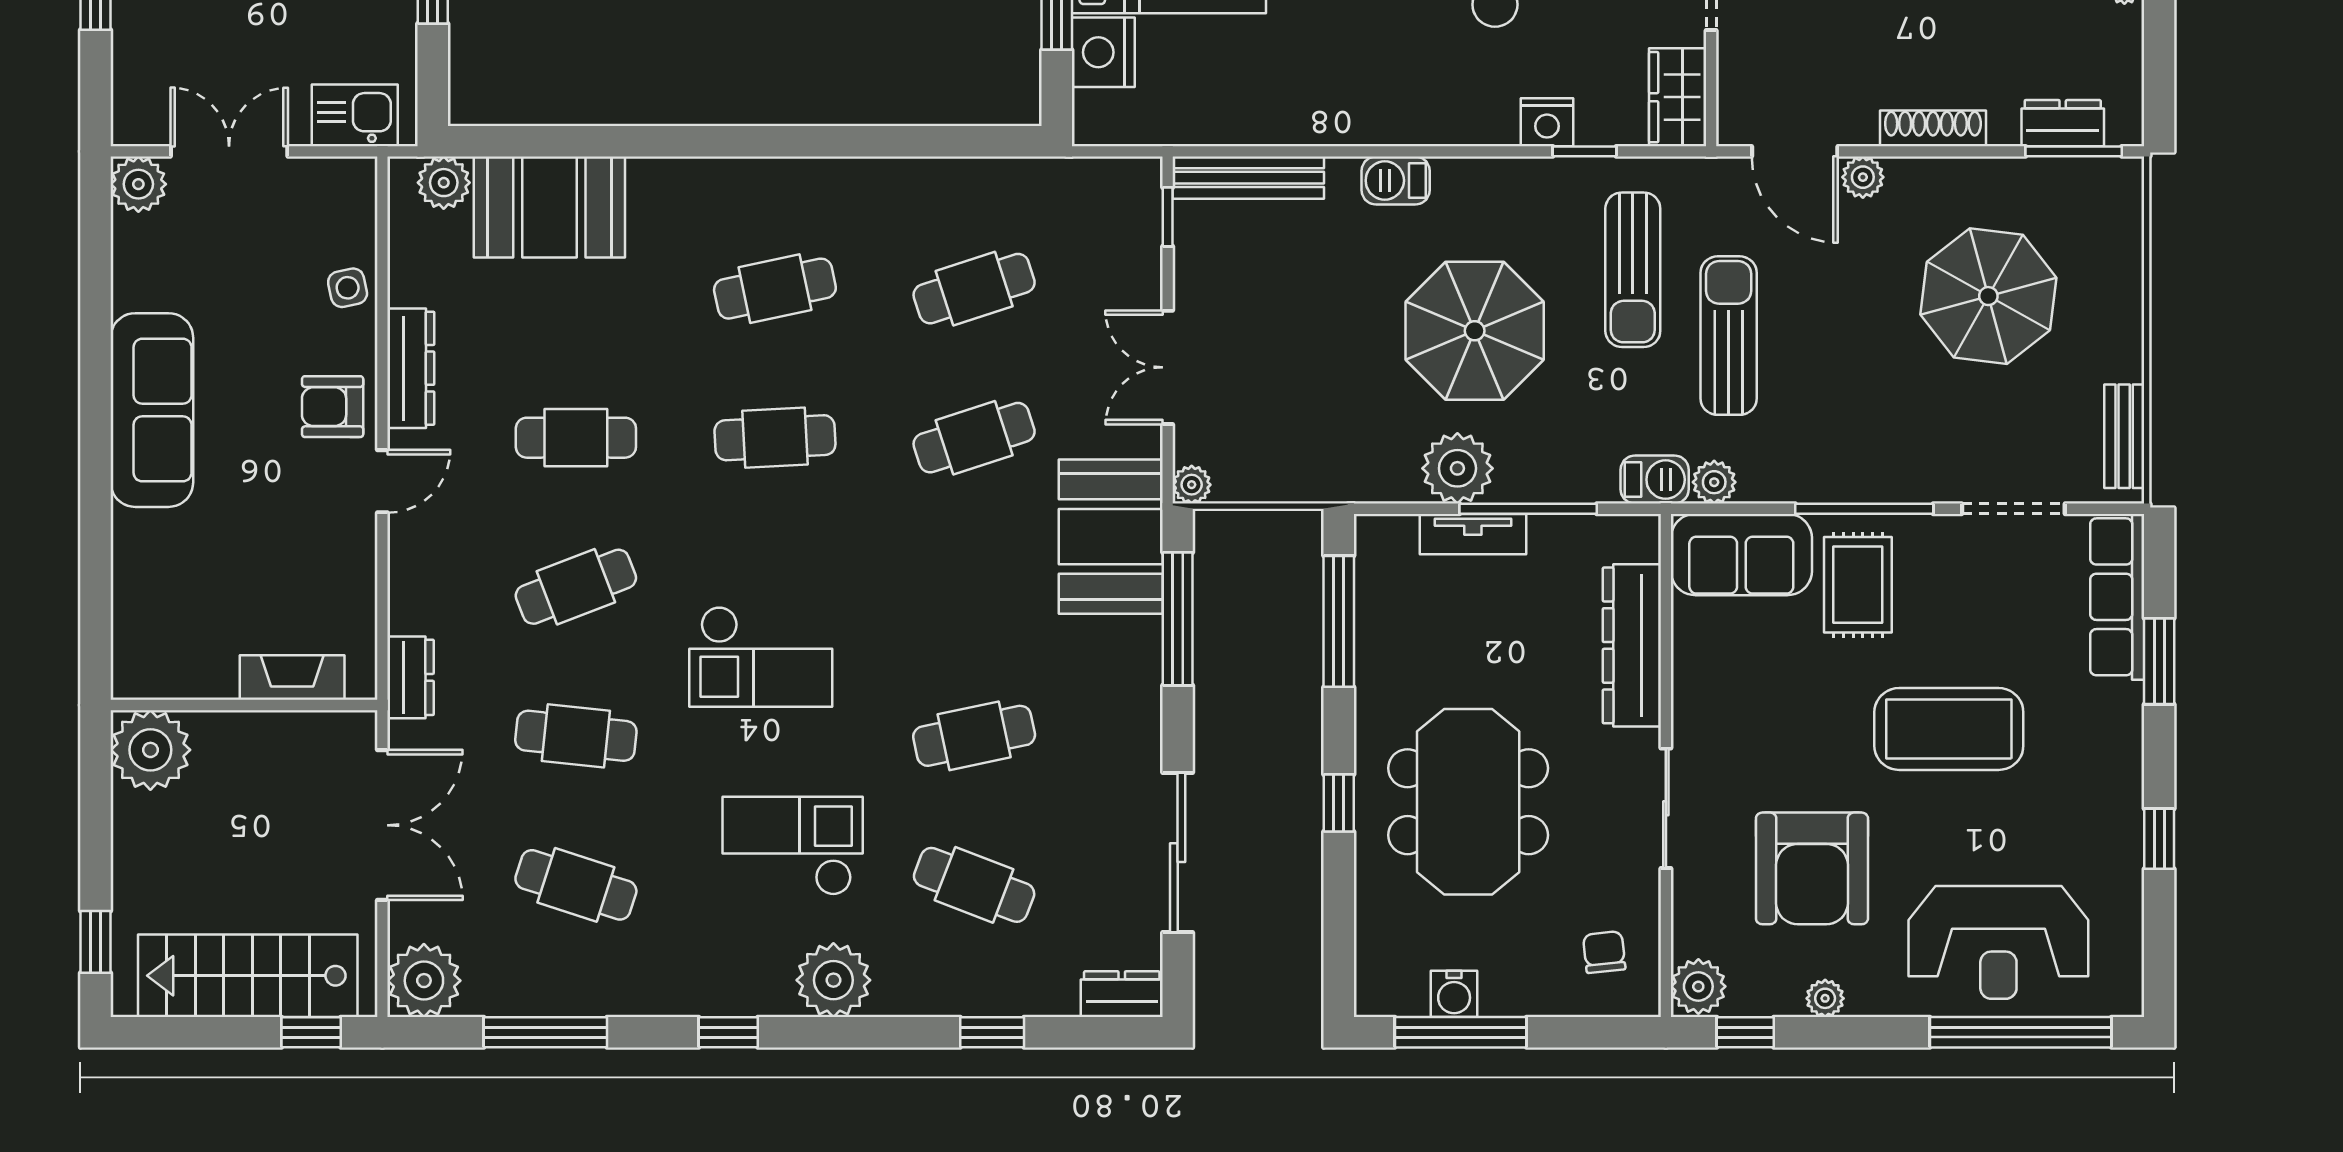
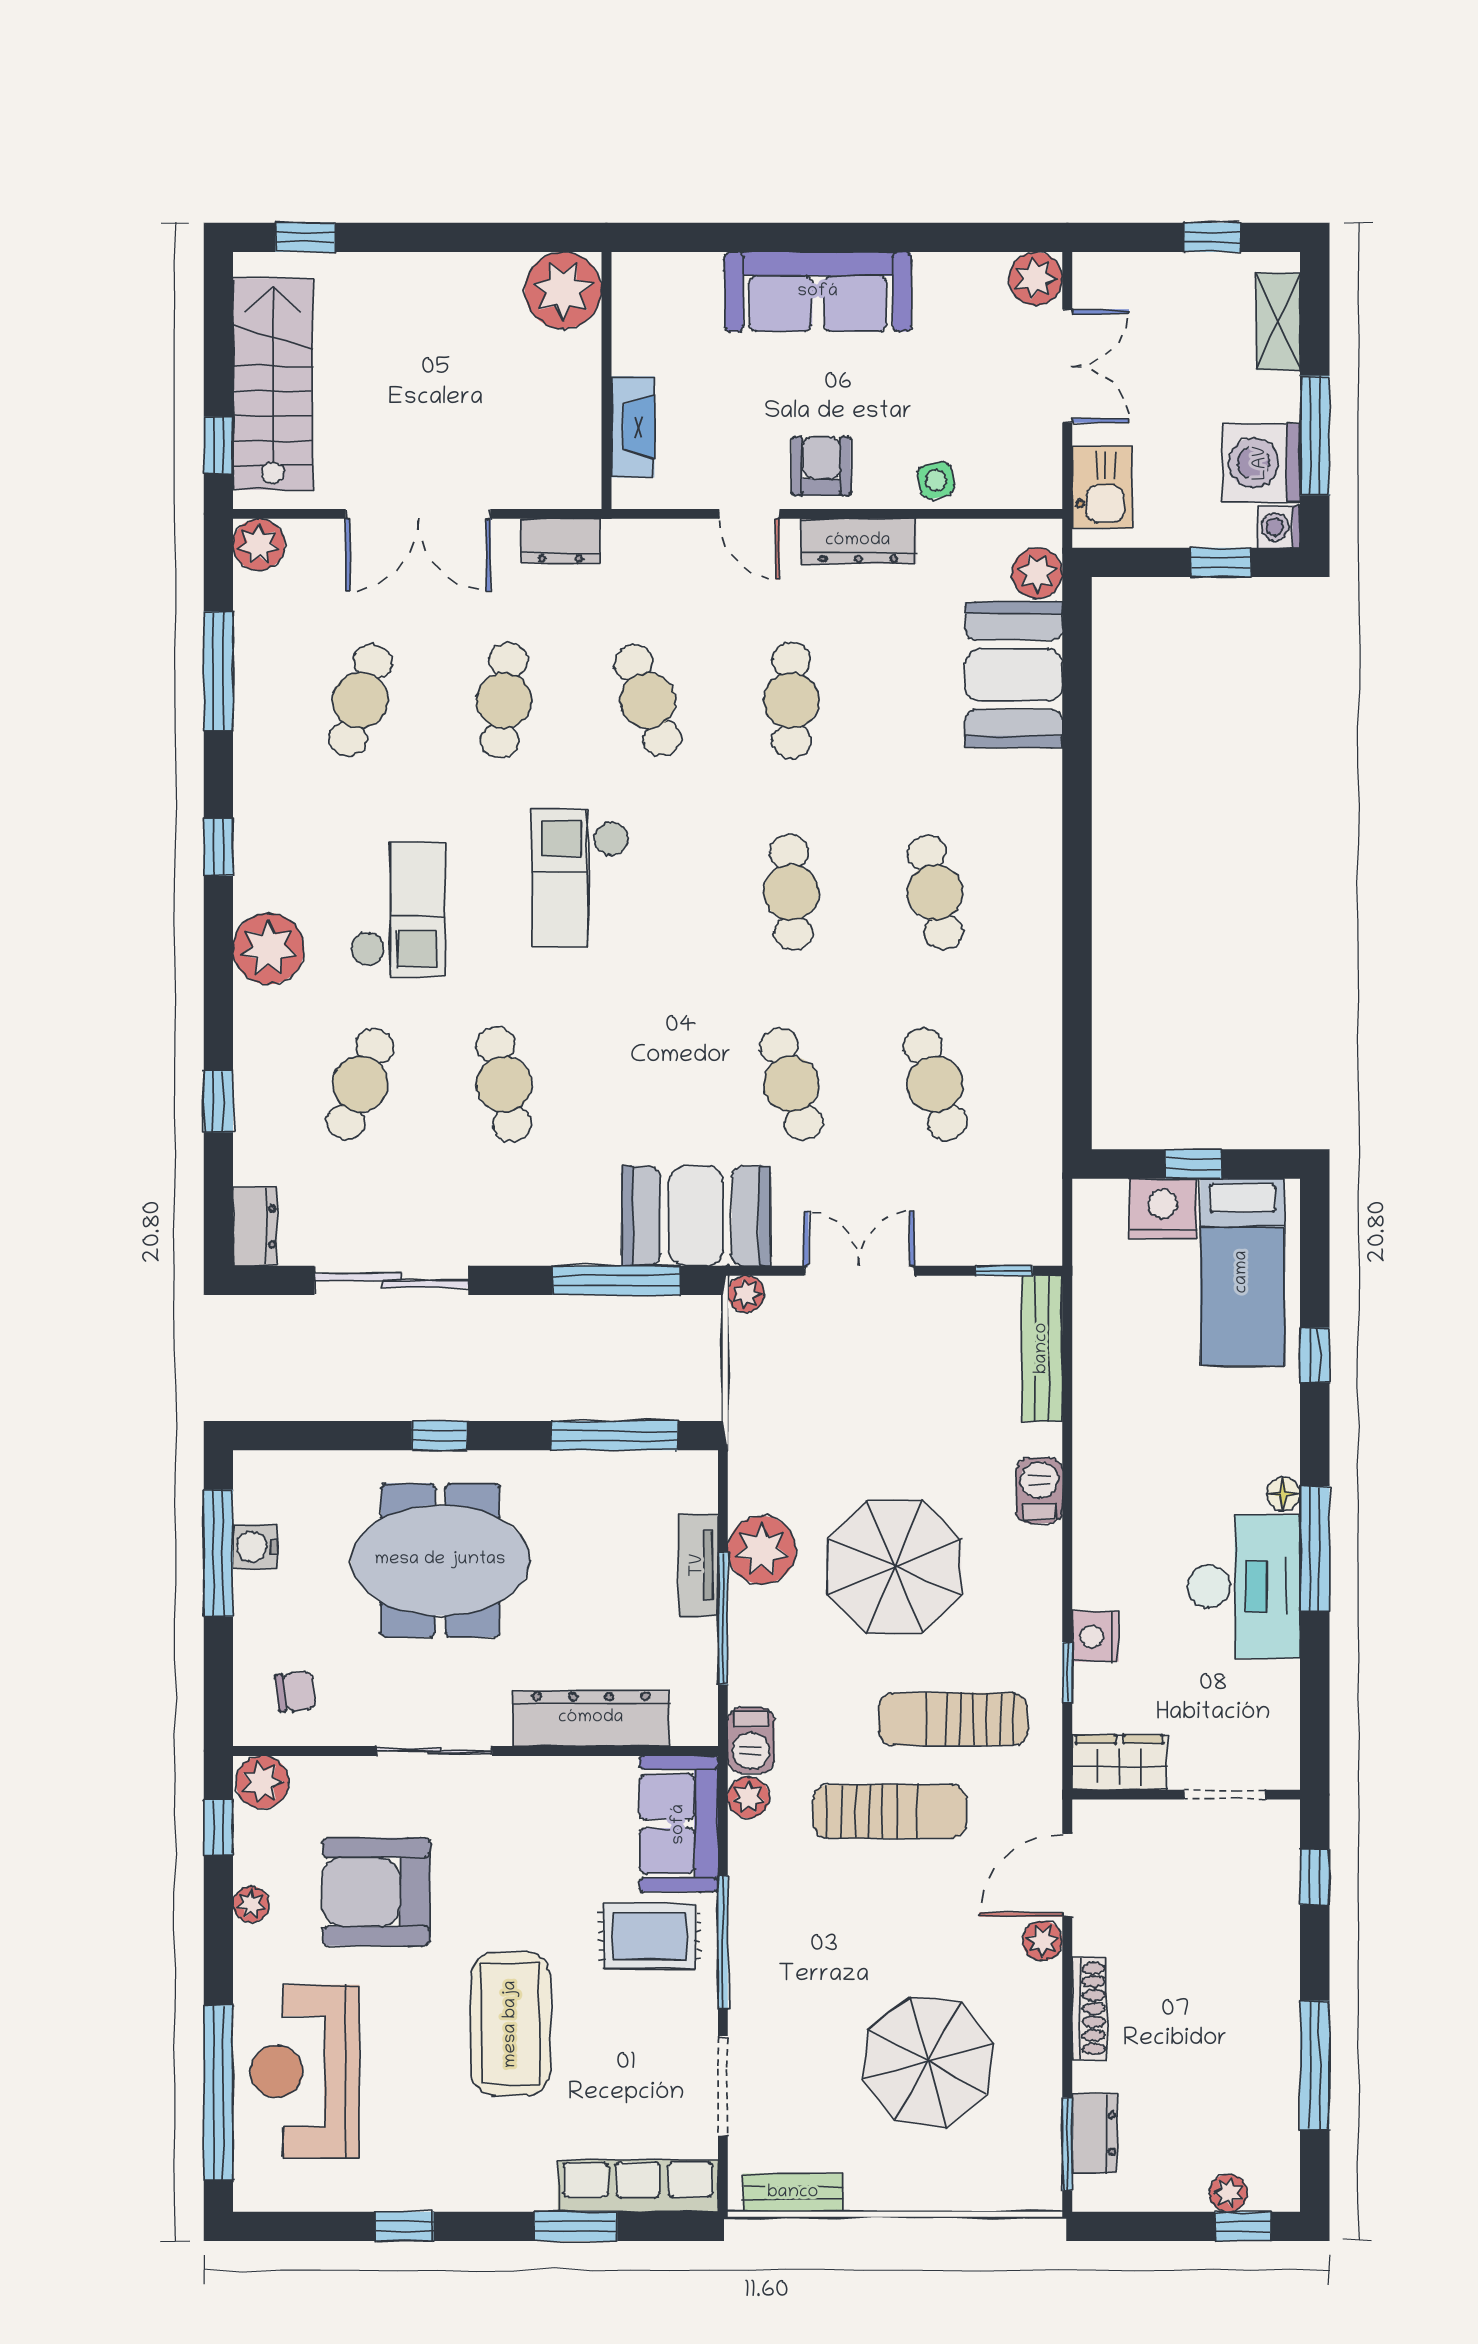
fireplace: (292, 678) -> (633, 427), moved
wall: (244, 705) -> (606, 380), moved
plant: (150, 750) -> (563, 290), moved
plant: (424, 981) -> (259, 545), width x0.73, depth x0.73

